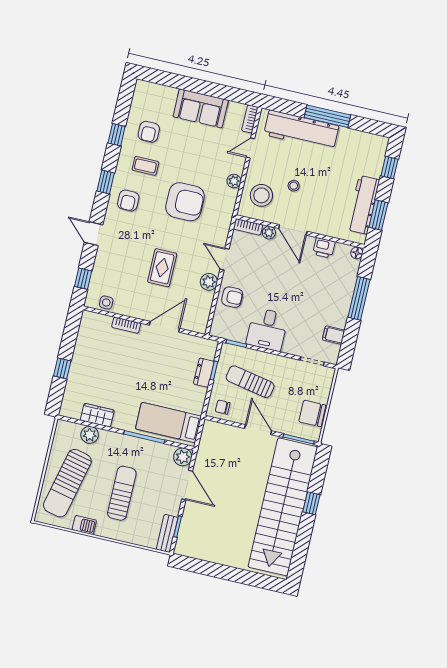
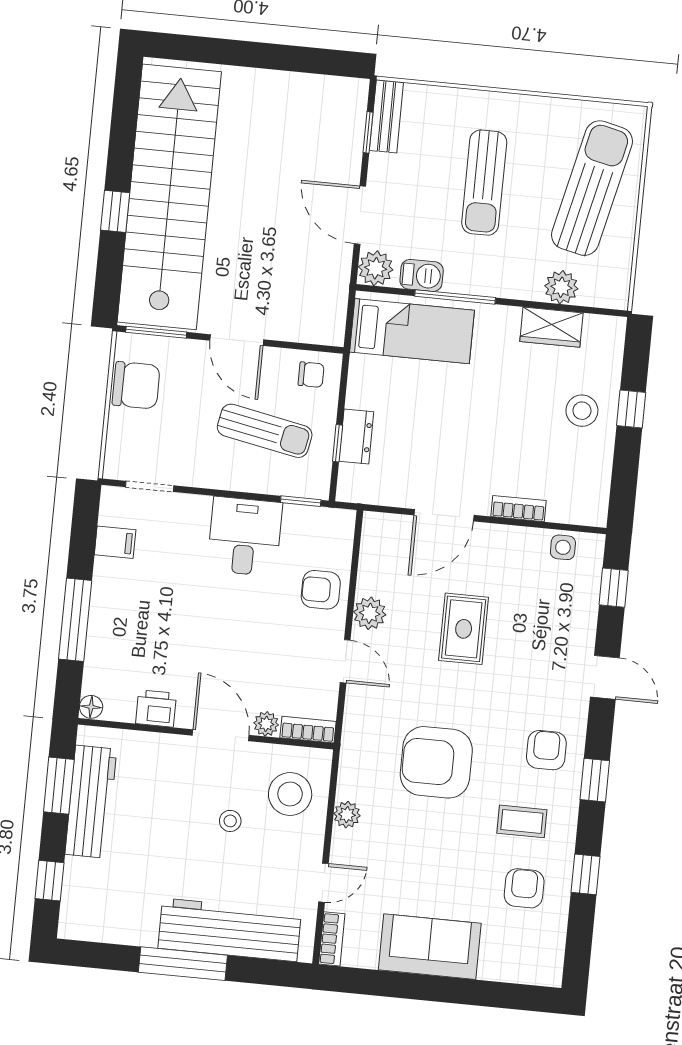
stool: (87, 371) -> (582, 411), added
barbecue: (84, 525) -> (422, 275), moved, turned 180

